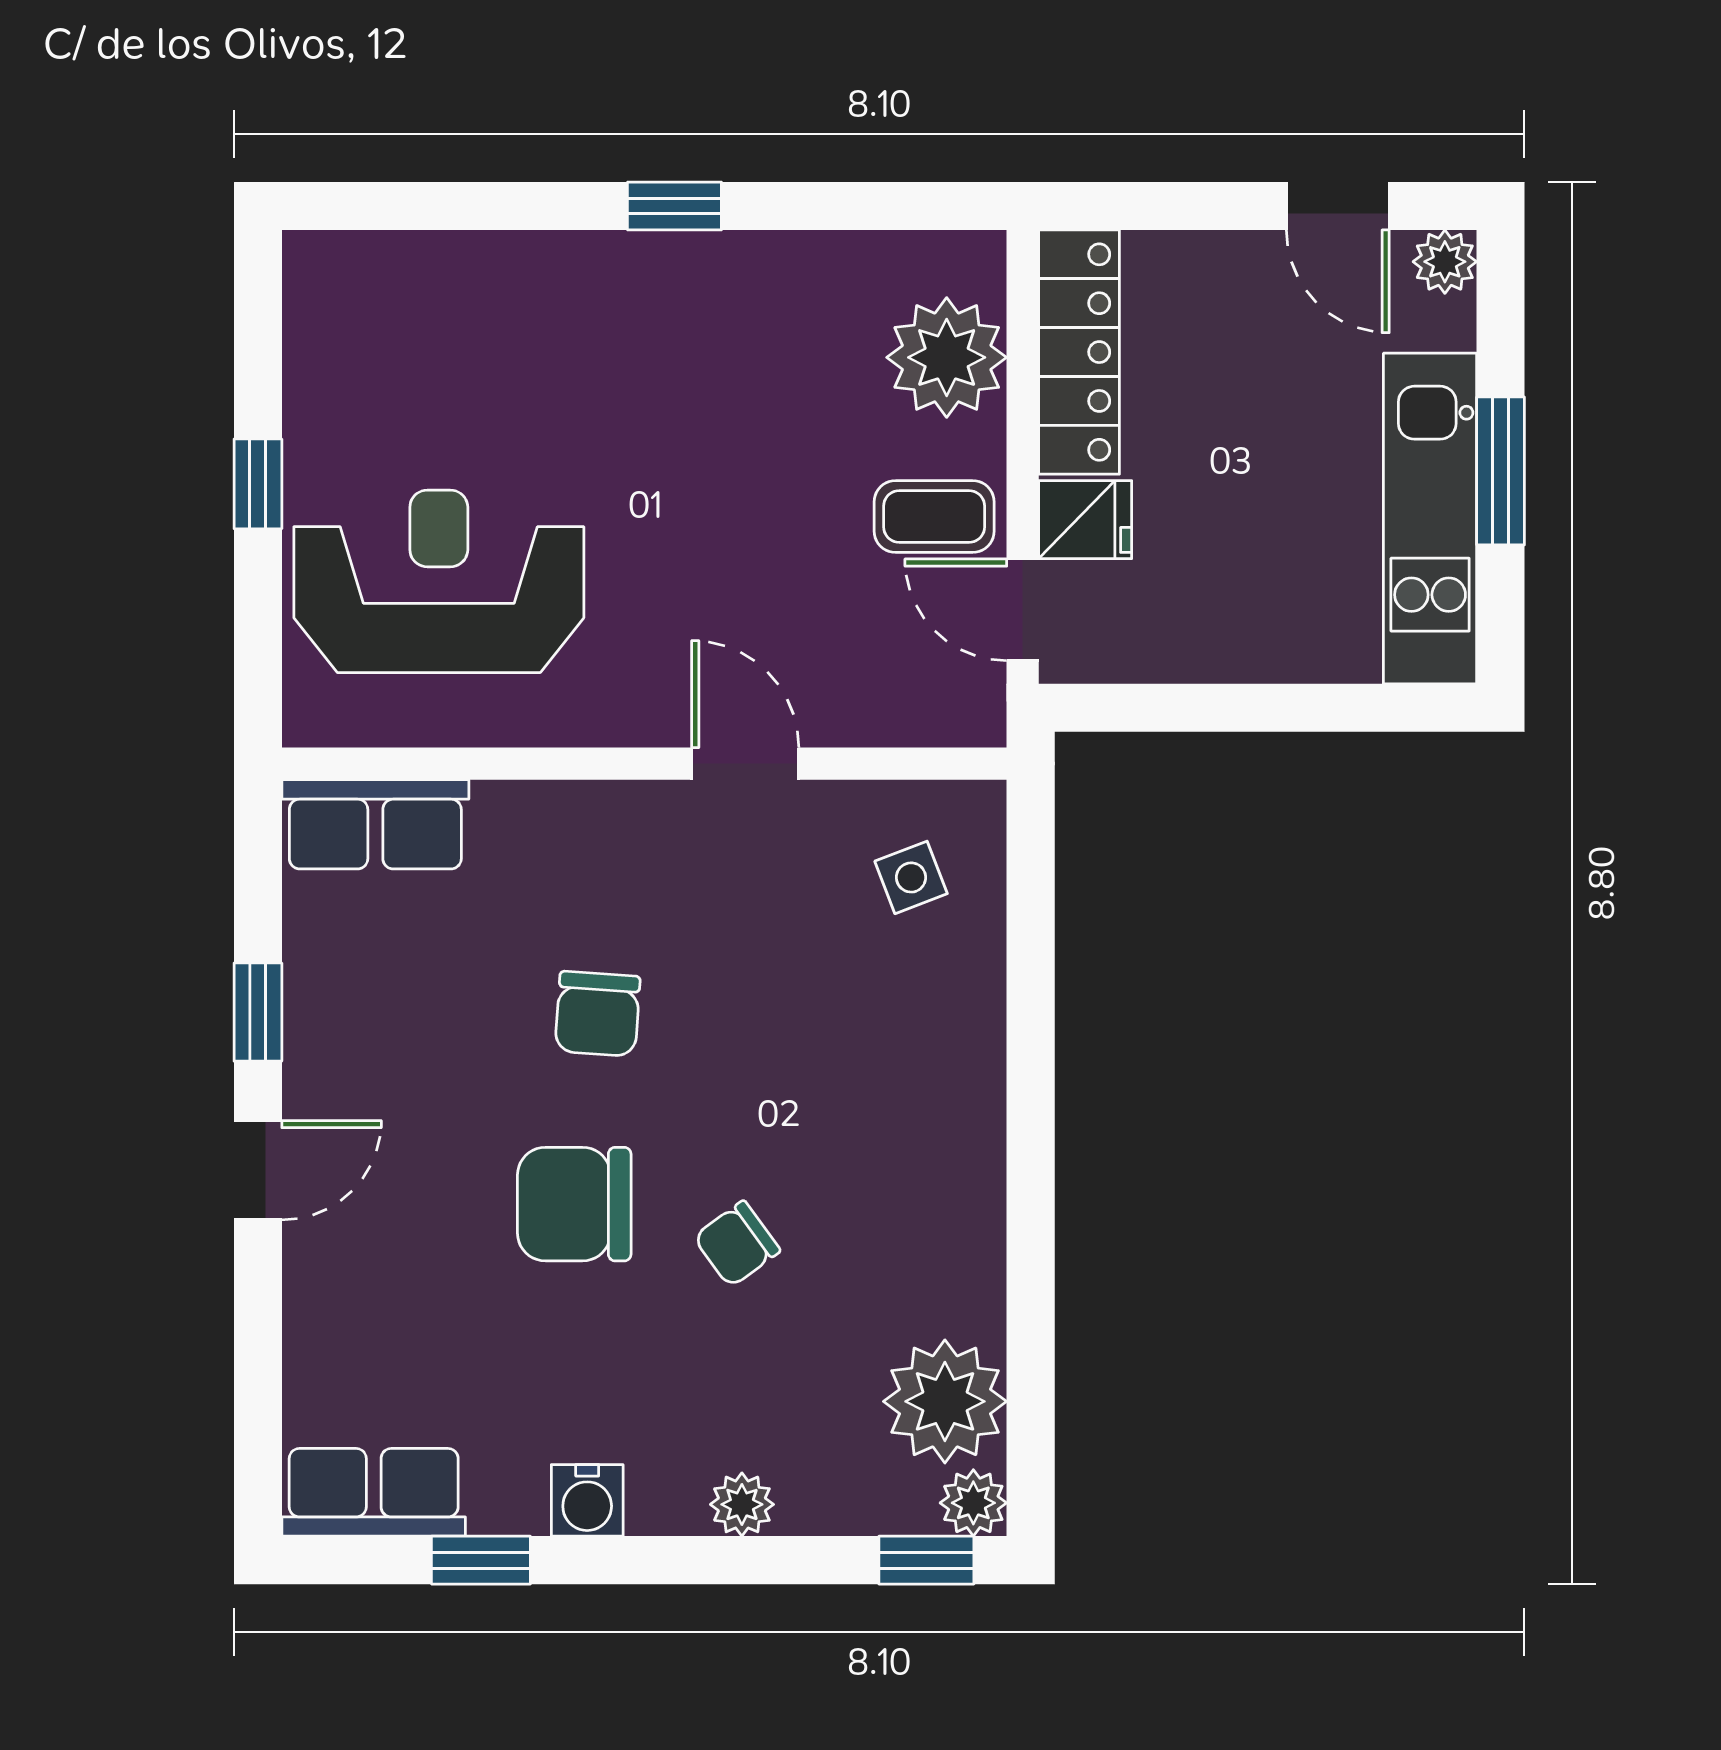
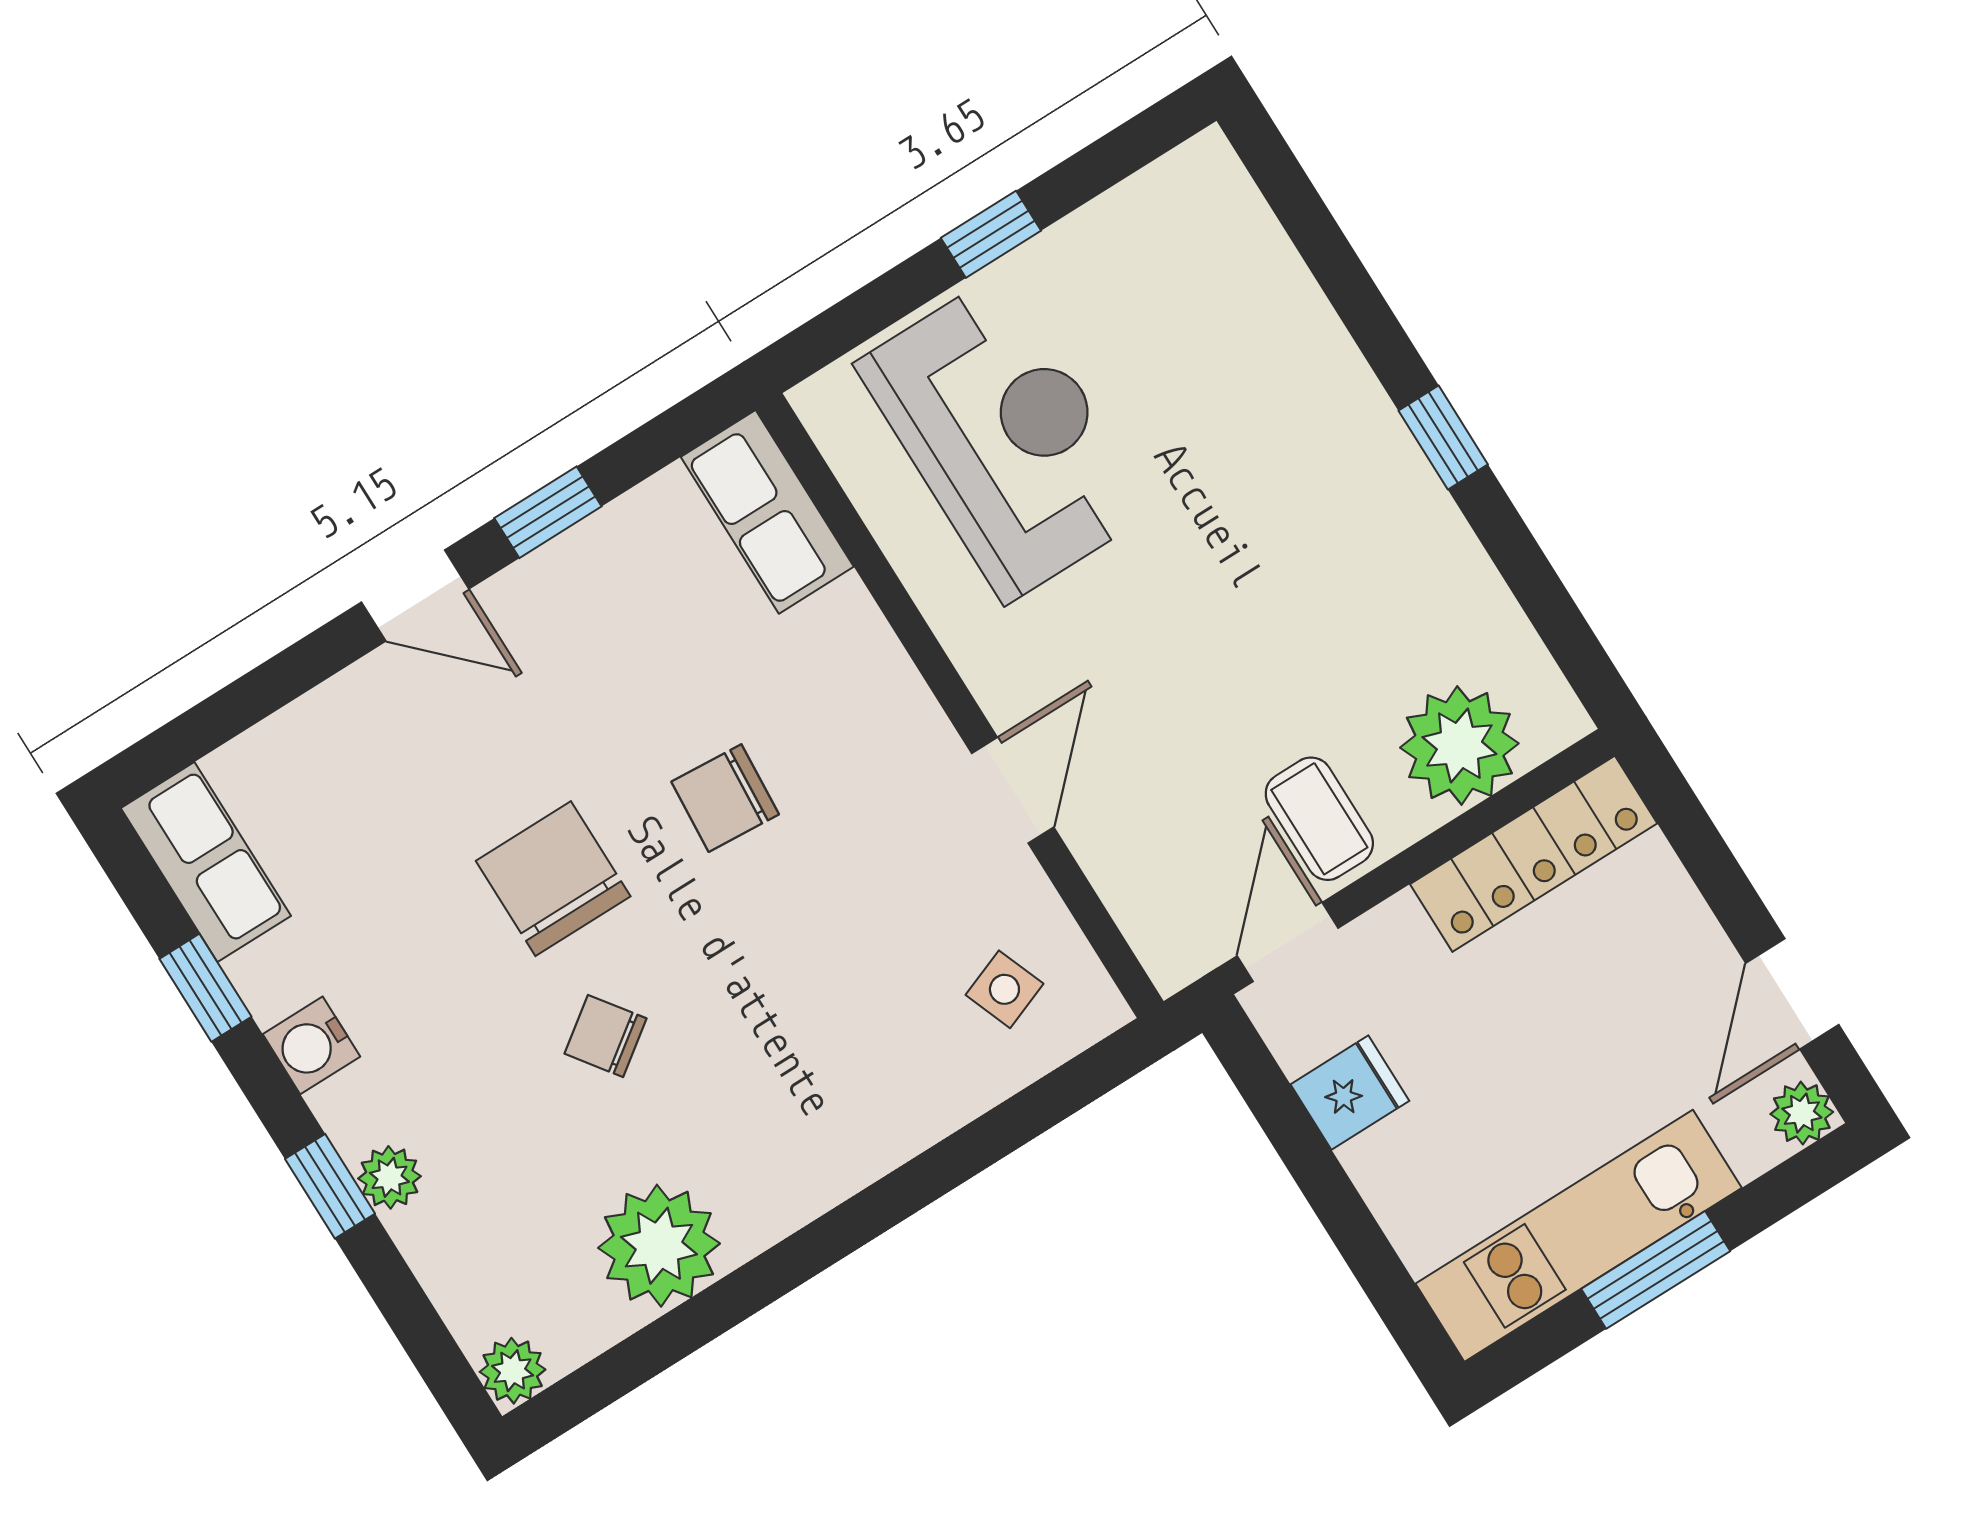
fridge: (1085, 520) -> (1350, 1093), moved, turned -90
plant: (945, 1401) -> (659, 1246), moved
window: (926, 1560) -> (330, 1186), moved

